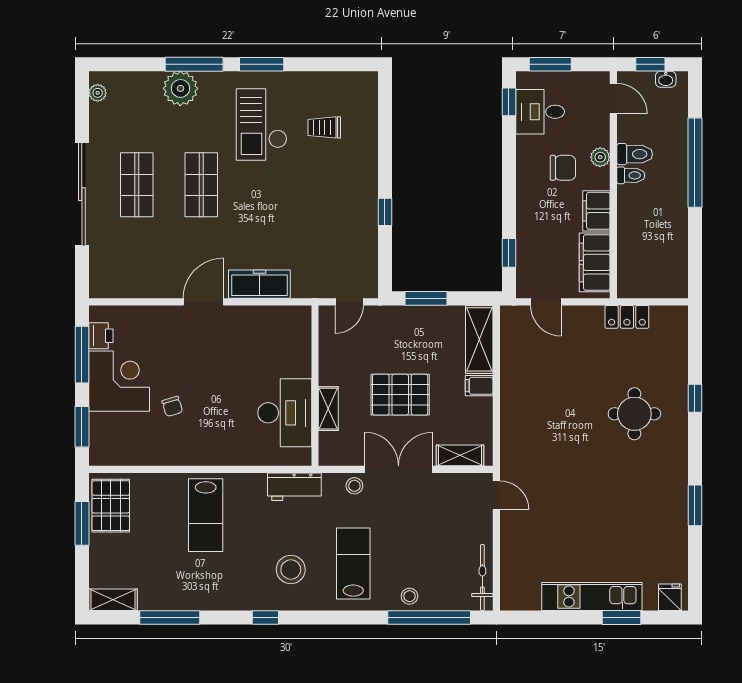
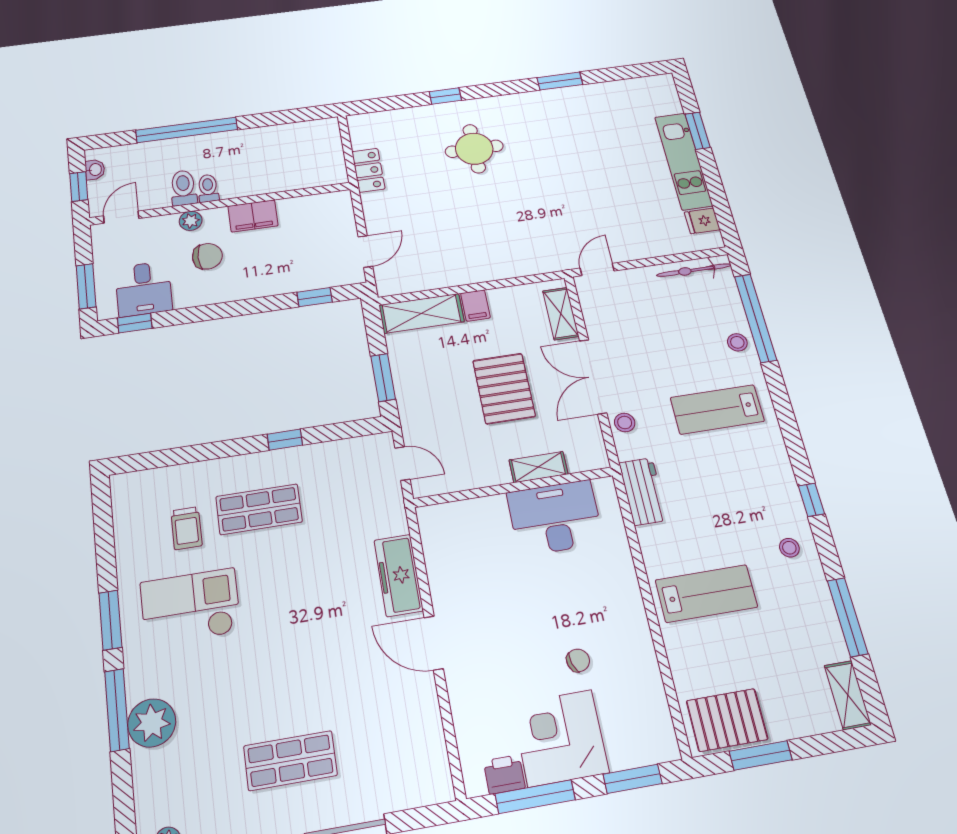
checkout: (262, 124) -> (190, 607), turned 180
chair: (563, 168) -> (207, 256), turned 90
shop shelf: (201, 185) -> (259, 509), moved
filing cabinet: (595, 262) -> (312, 210), removed
stool: (291, 570) -> (789, 548), moved, width x0.53, depth x0.53
fridge: (670, 597) -> (702, 221), moved

